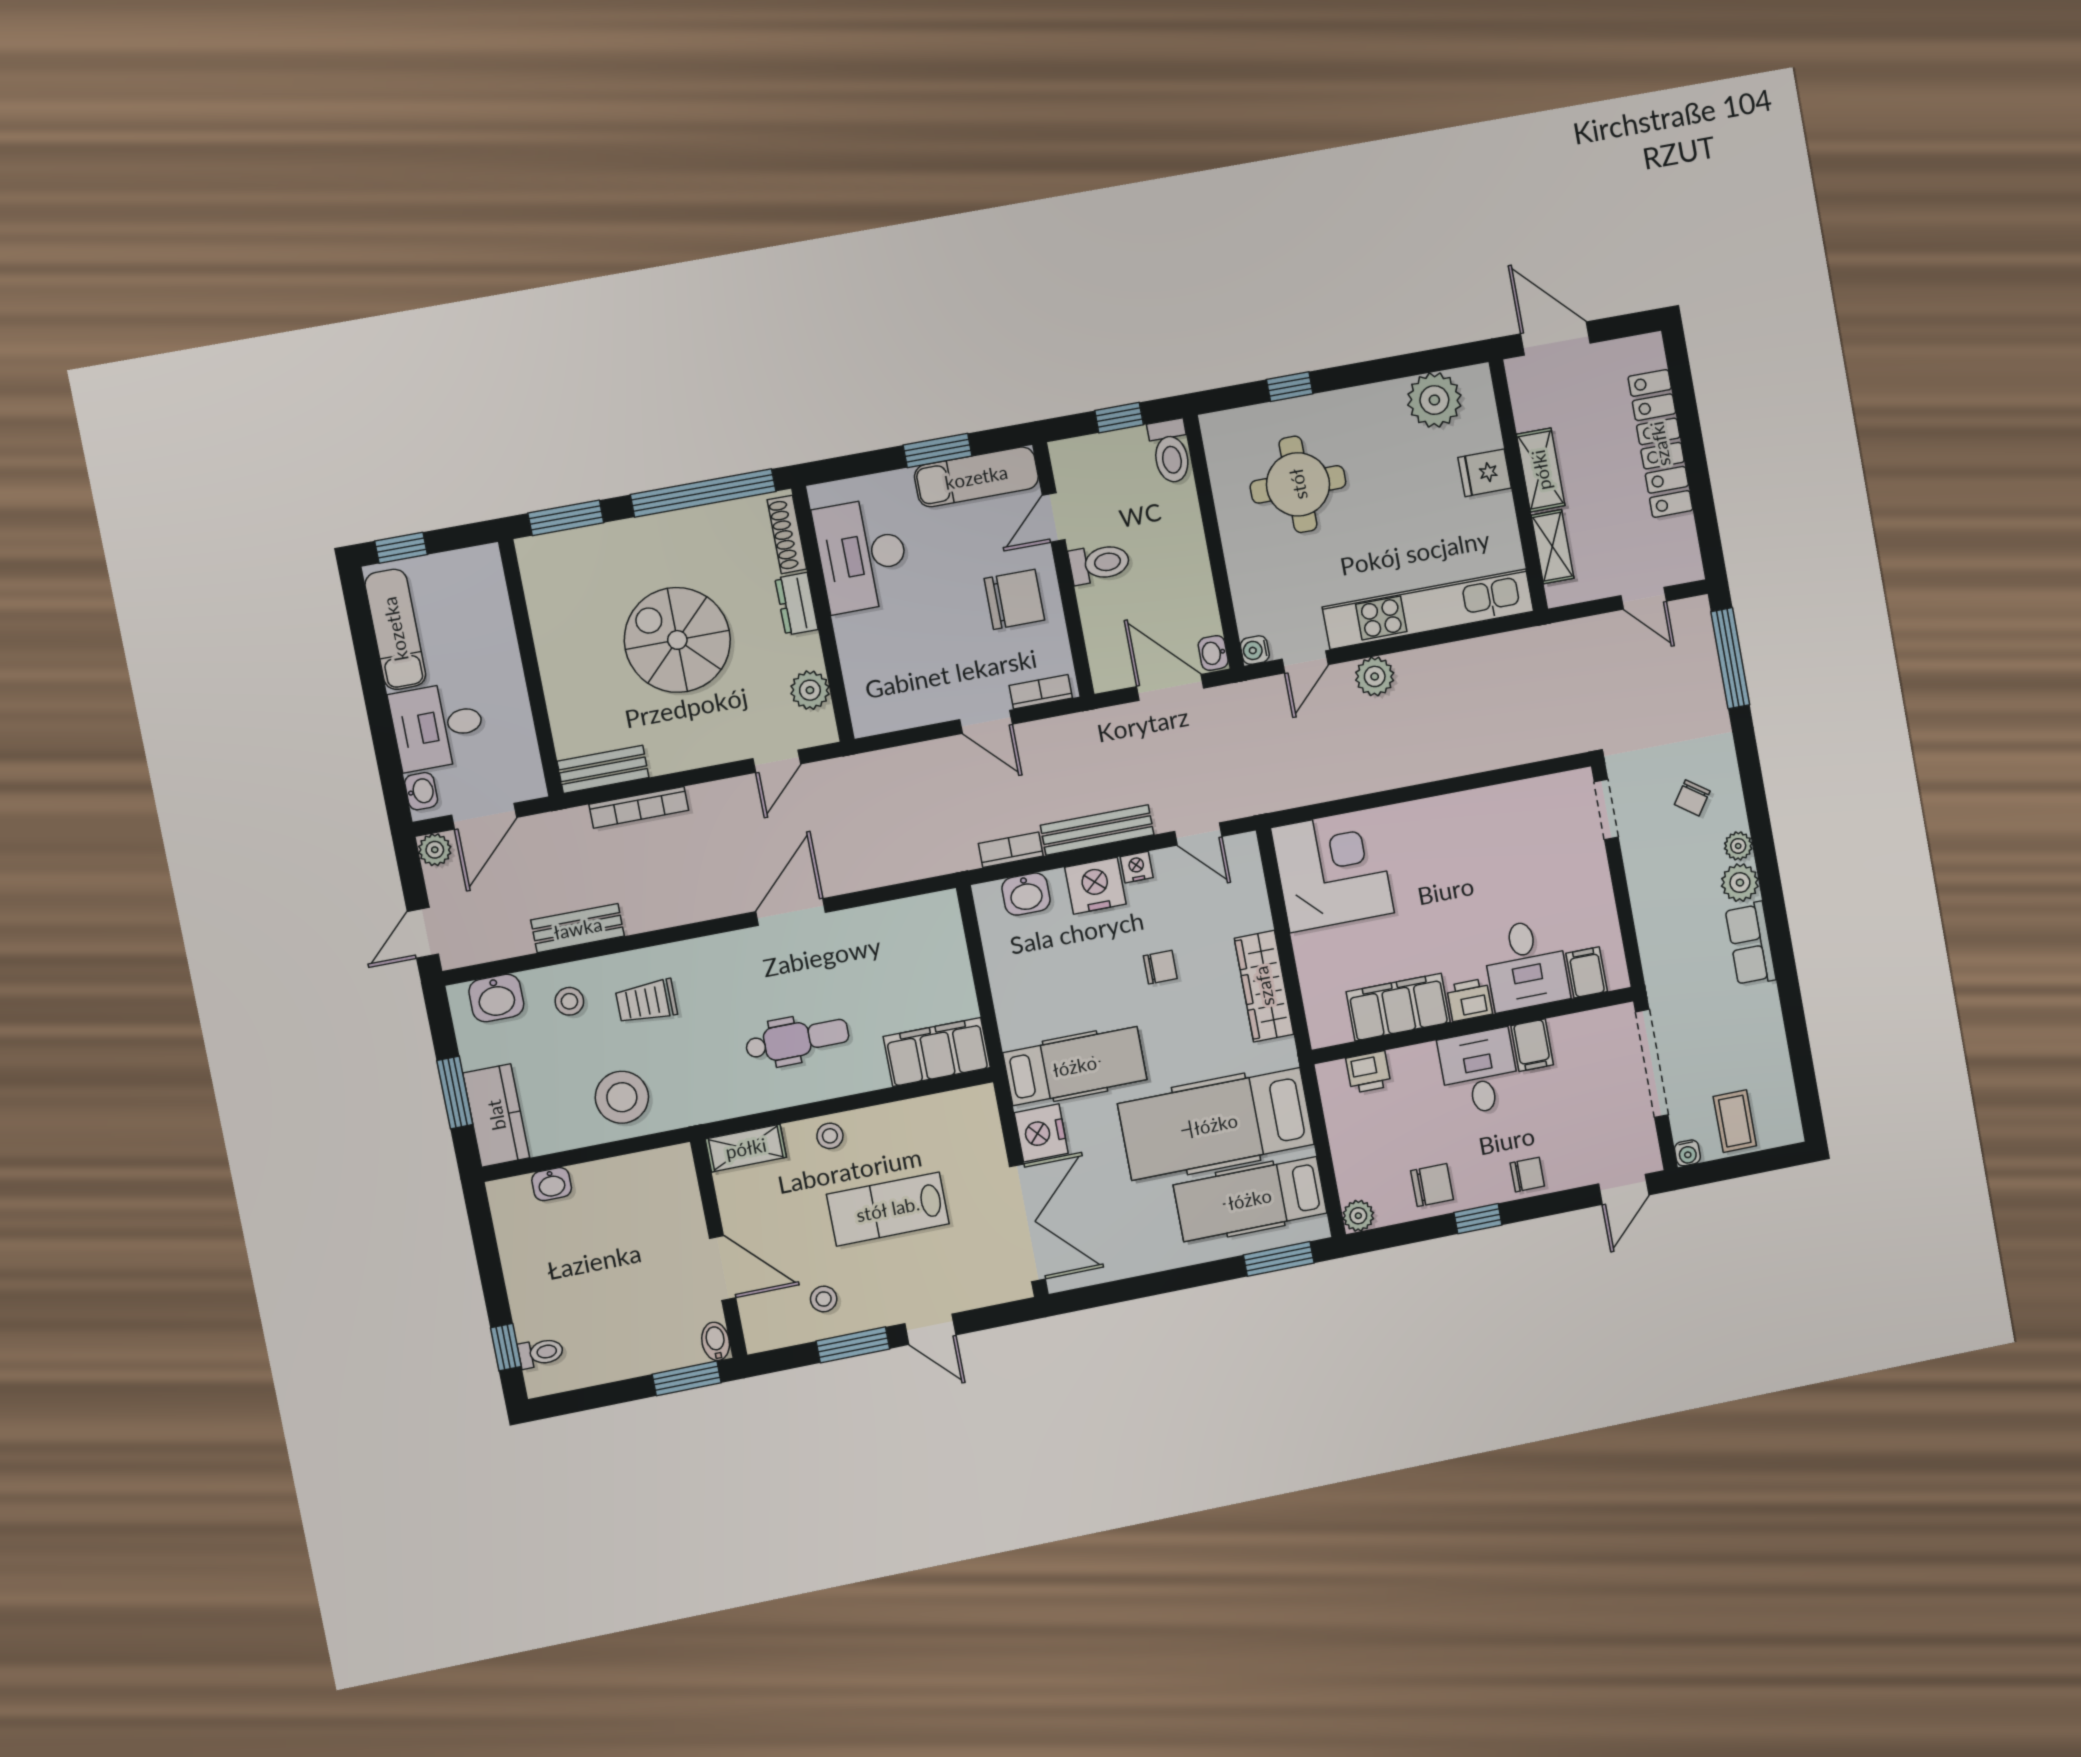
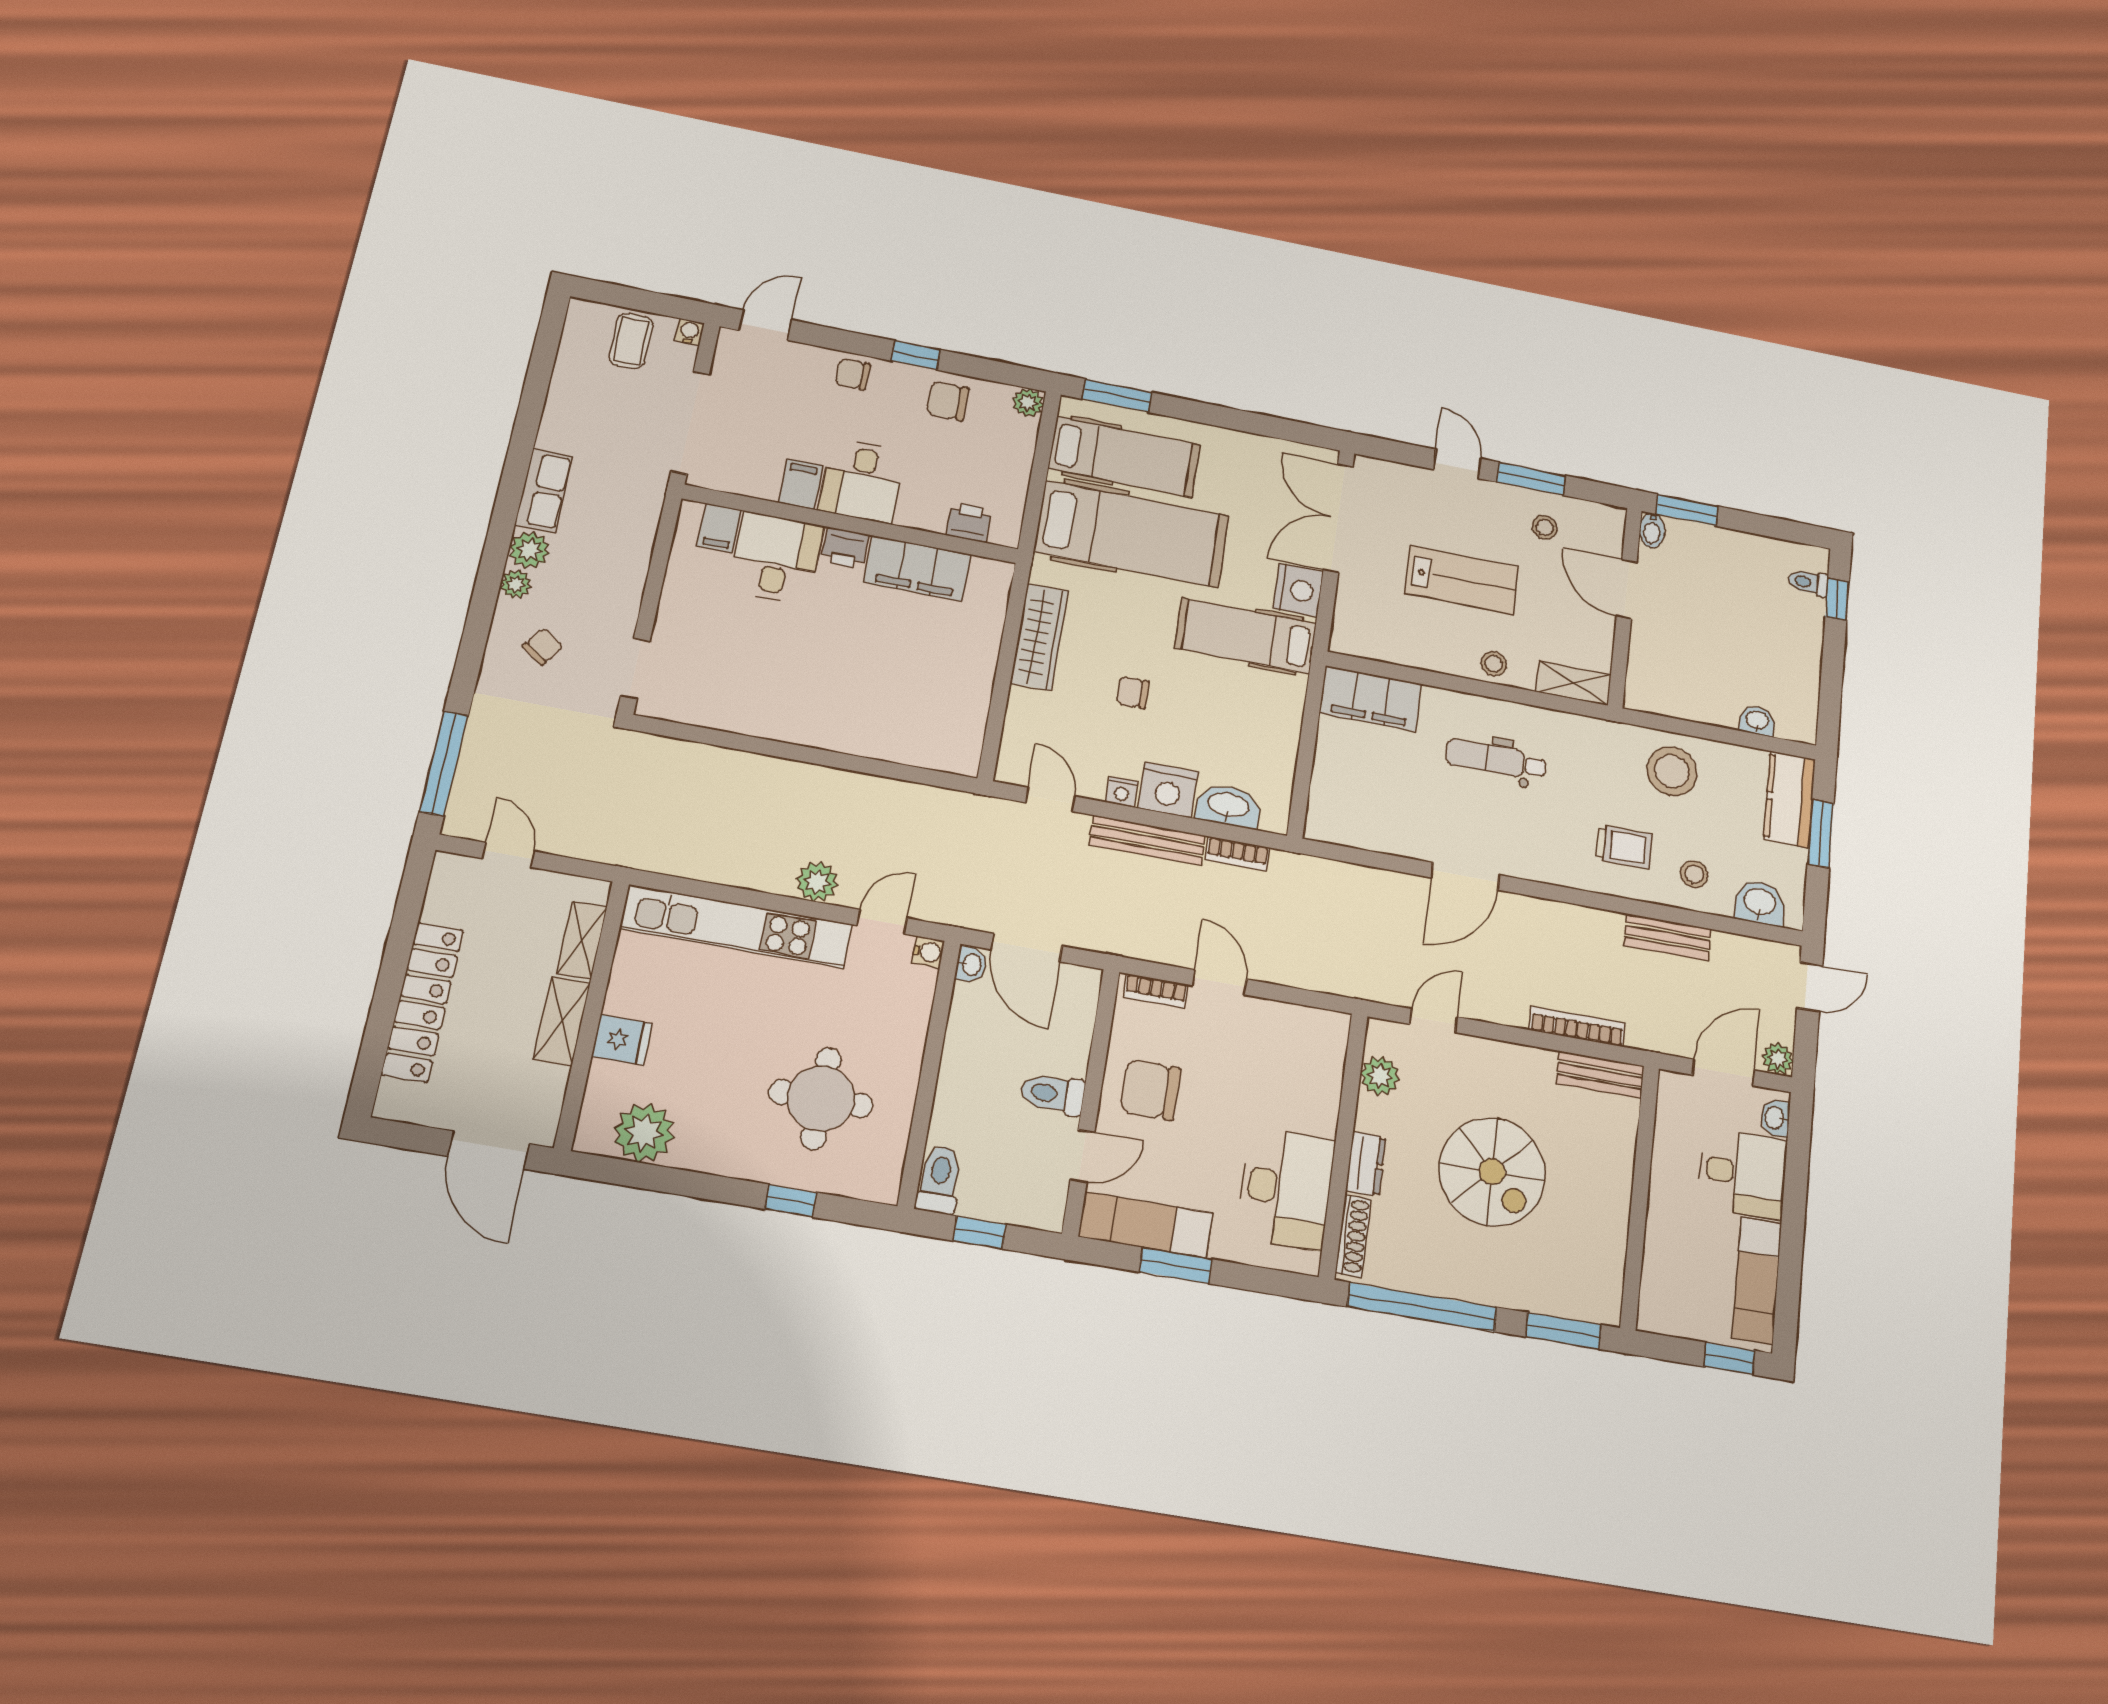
corner desk: (1333, 870) -> (932, 716), removed
washbasin: (1026, 894) -> (1228, 806), width x1.38

